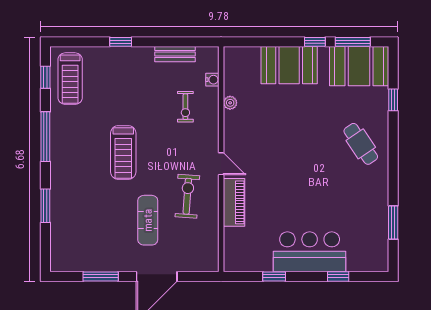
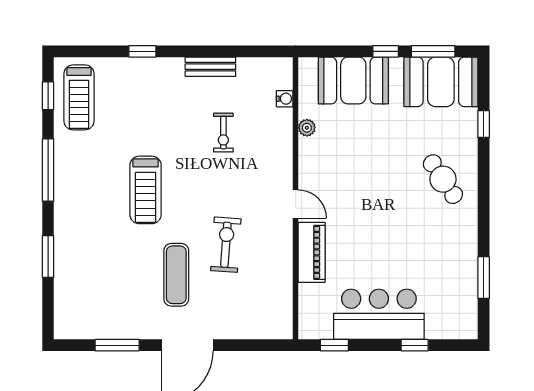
water cooler: (212, 80) -> (285, 99), moved
plant: (230, 103) -> (307, 128), moved
wall: (221, 159) -> (296, 198), moved
door: (221, 164) -> (296, 204), moved
piano: (234, 202) -> (312, 252), moved

